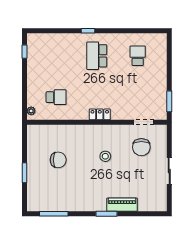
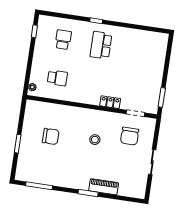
school desk: (138, 56) -> (63, 40), moved
locker: (100, 114) -> (110, 102), moved

